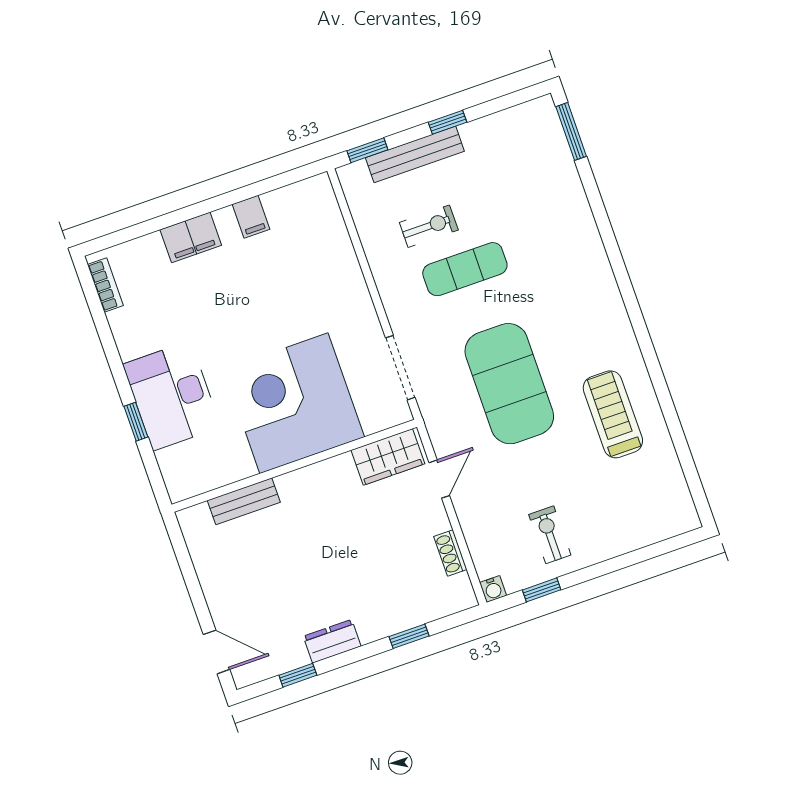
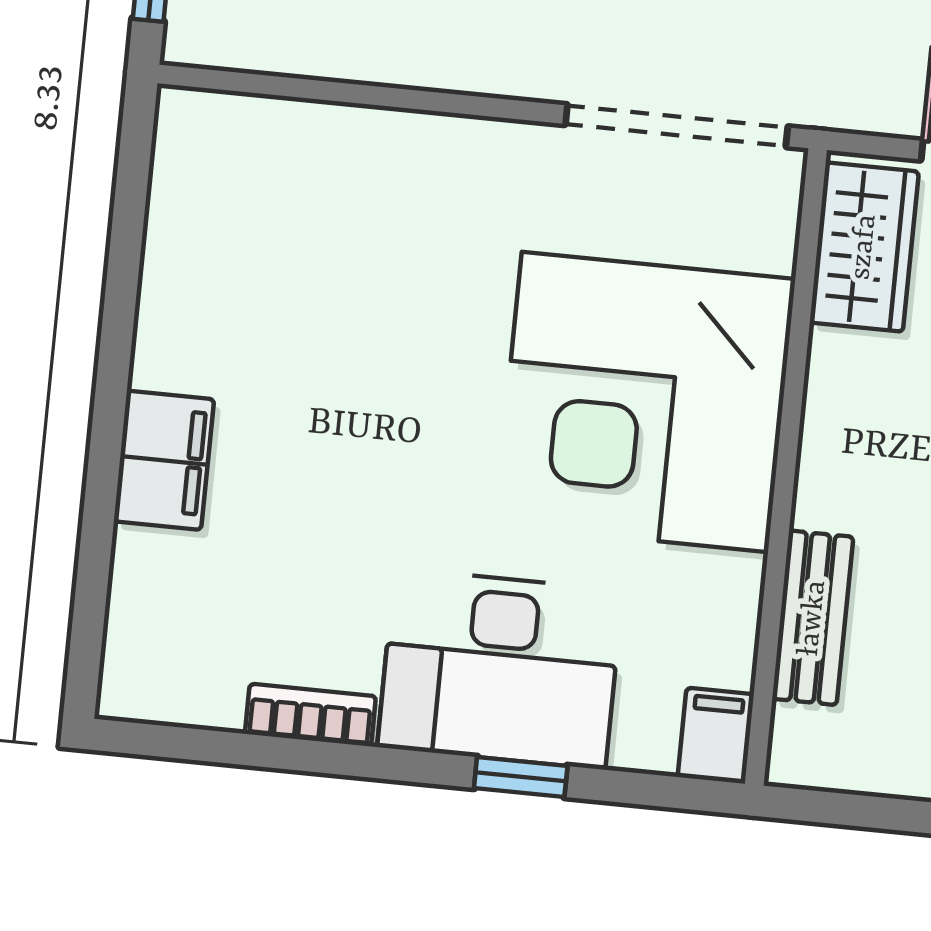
filing cabinet: (251, 217) -> (716, 736), moved, turned -90
bookcase: (105, 285) -> (310, 715), moved
doorway: (400, 368) -> (677, 126), width x1.36

